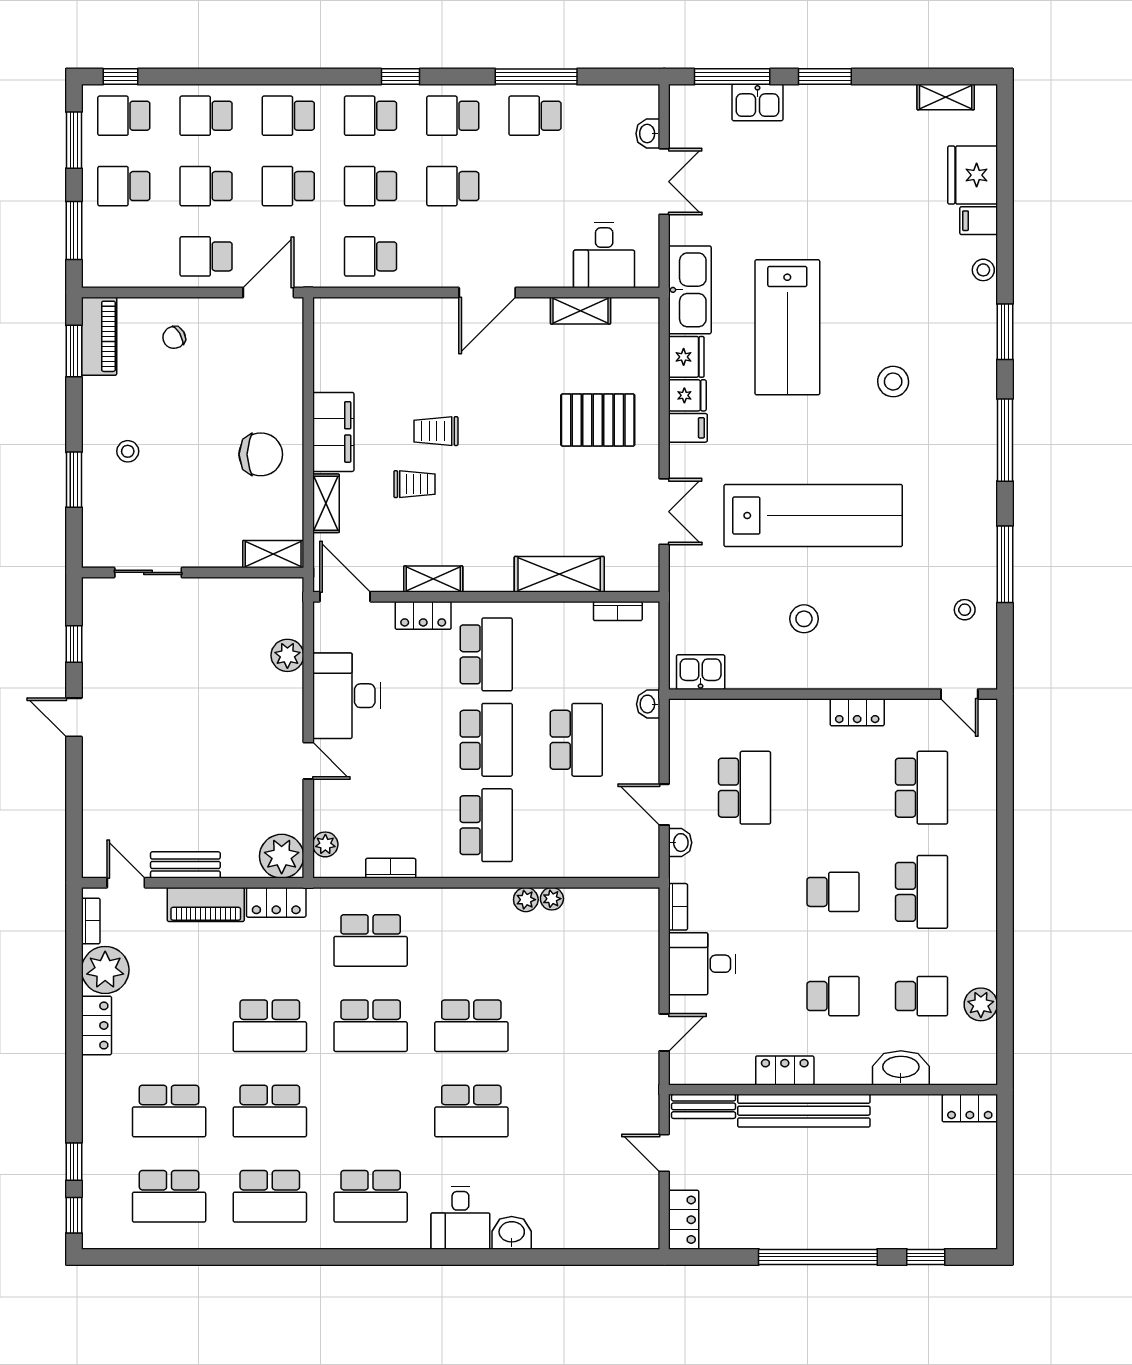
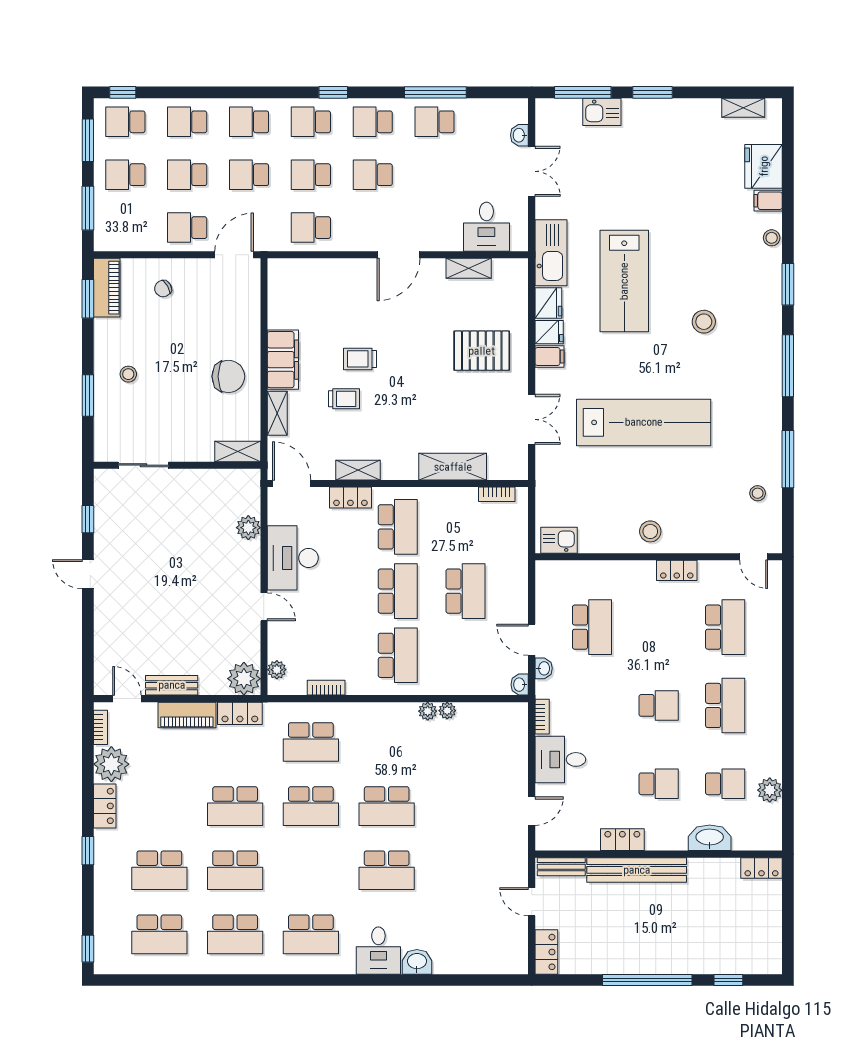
stool: (804, 619) -> (650, 531), moved
washbasin: (648, 704) -> (520, 685), moved
window: (74, 1162) -> (88, 851), moved

